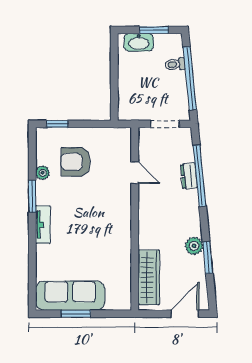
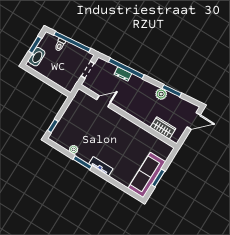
armchair: (76, 162) -> (79, 129), removed
wardrobe: (149, 277) -> (163, 128), width x0.67
door: (185, 314) -> (194, 121), swing flipped

